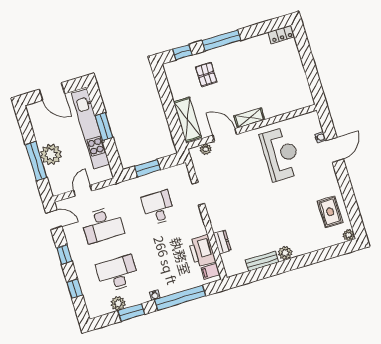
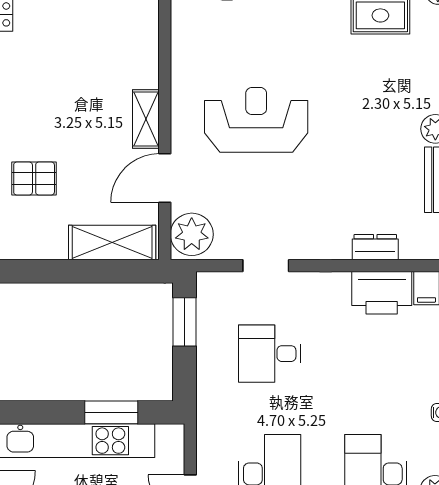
window: (104, 127) -> (111, 412), moved
plant: (206, 149) -> (192, 234), width x1.87, depth x1.87
reception desk: (281, 154) -> (256, 120), moved
window: (147, 168) -> (185, 322), moved

